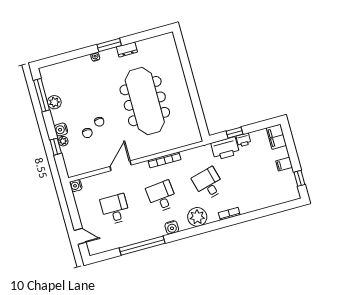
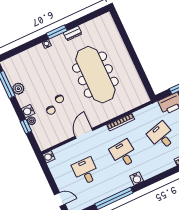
plant: (197, 217) -> (157, 166), removed

